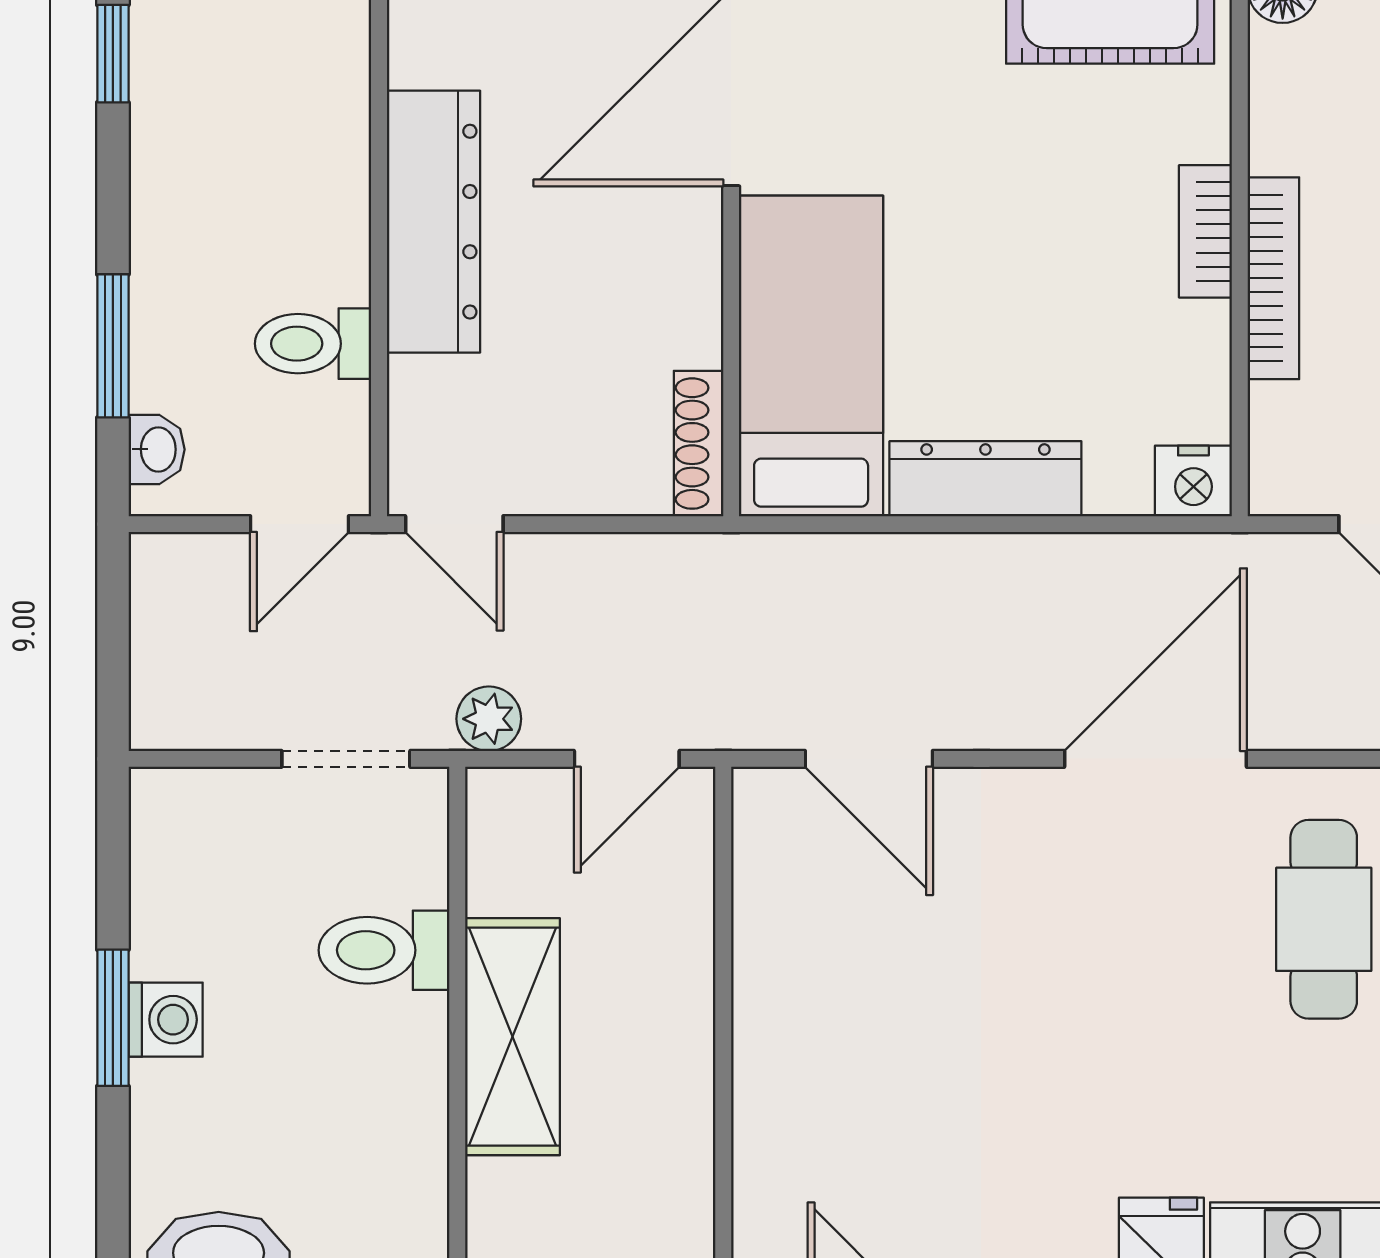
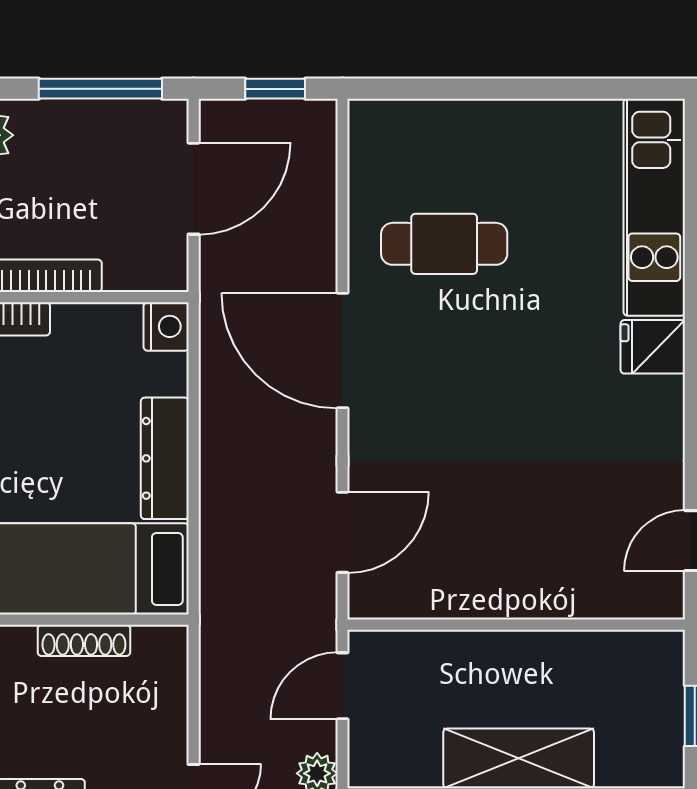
shoe rack: (699, 444) -> (84, 640), moved
door: (627, 759) -> (342, 686), swing flipped

